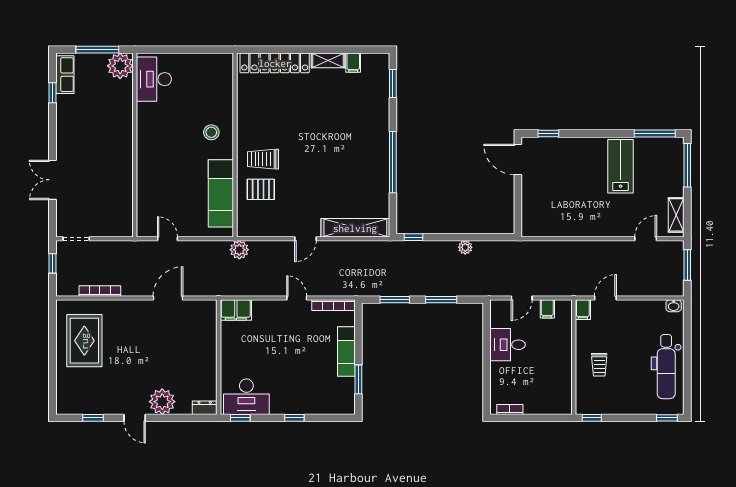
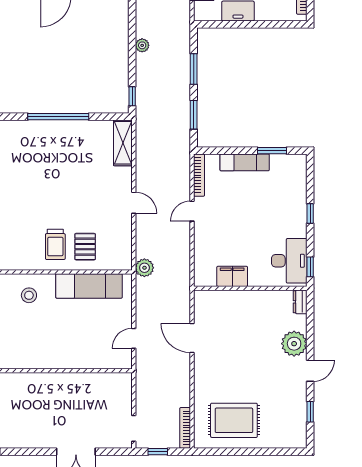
shelving: (355, 228) -> (123, 143), width x0.68
bookcase: (100, 291) -> (185, 428), moved
filing cabinet: (236, 310) -> (232, 276), moved, turned -90

